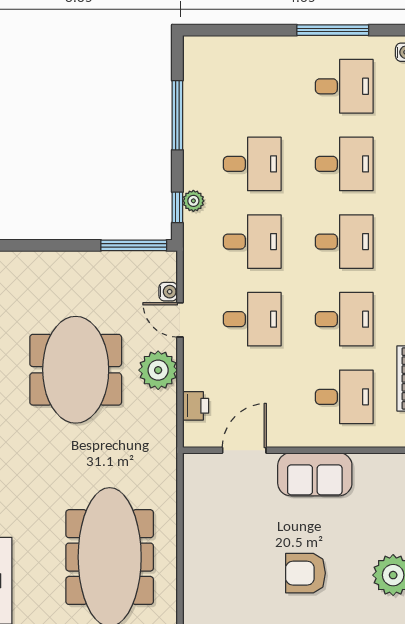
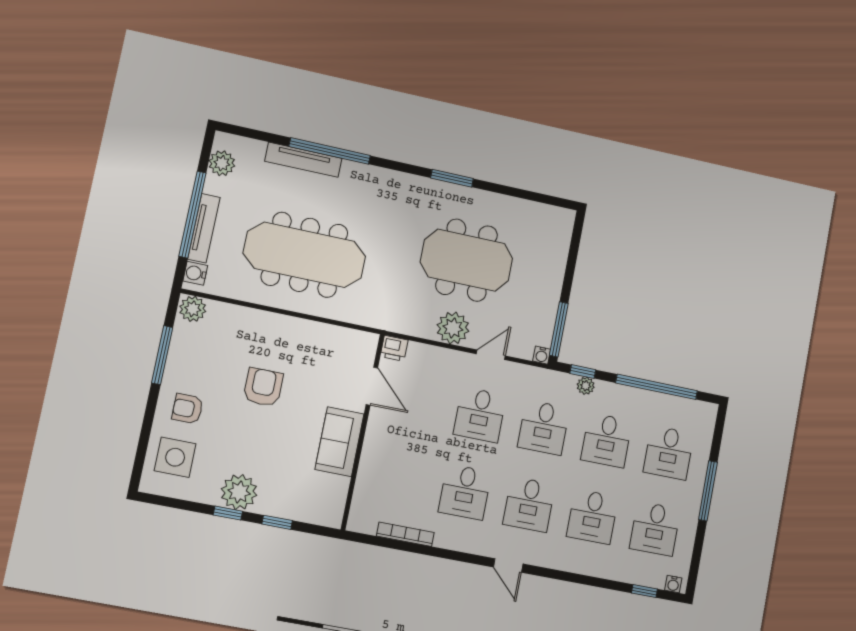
window: (333, 30) -> (708, 491), moved
window: (177, 115) -> (657, 387), width x1.46
water cooler: (168, 292) -> (542, 355), moved
desk: (344, 397) -> (669, 453), moved
printer: (196, 406) -> (394, 348), moved
armchair: (306, 573) -> (263, 387), moved

